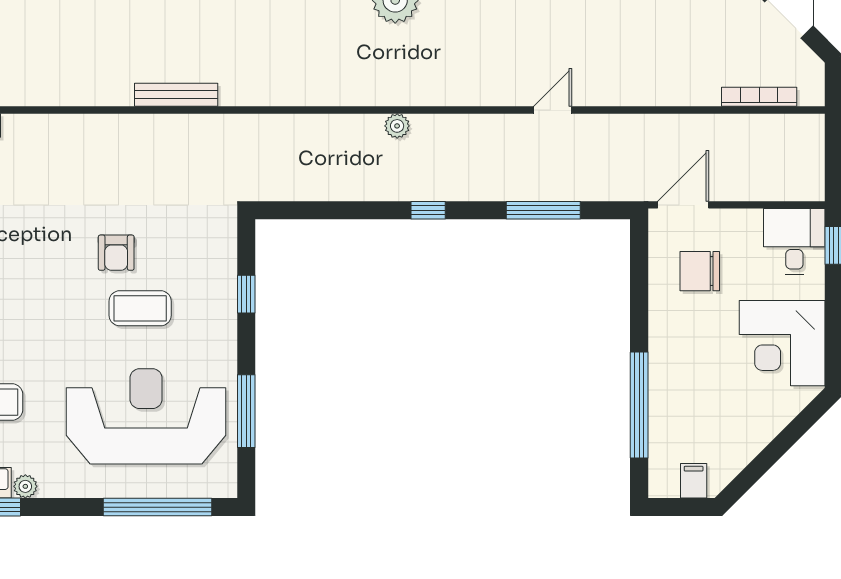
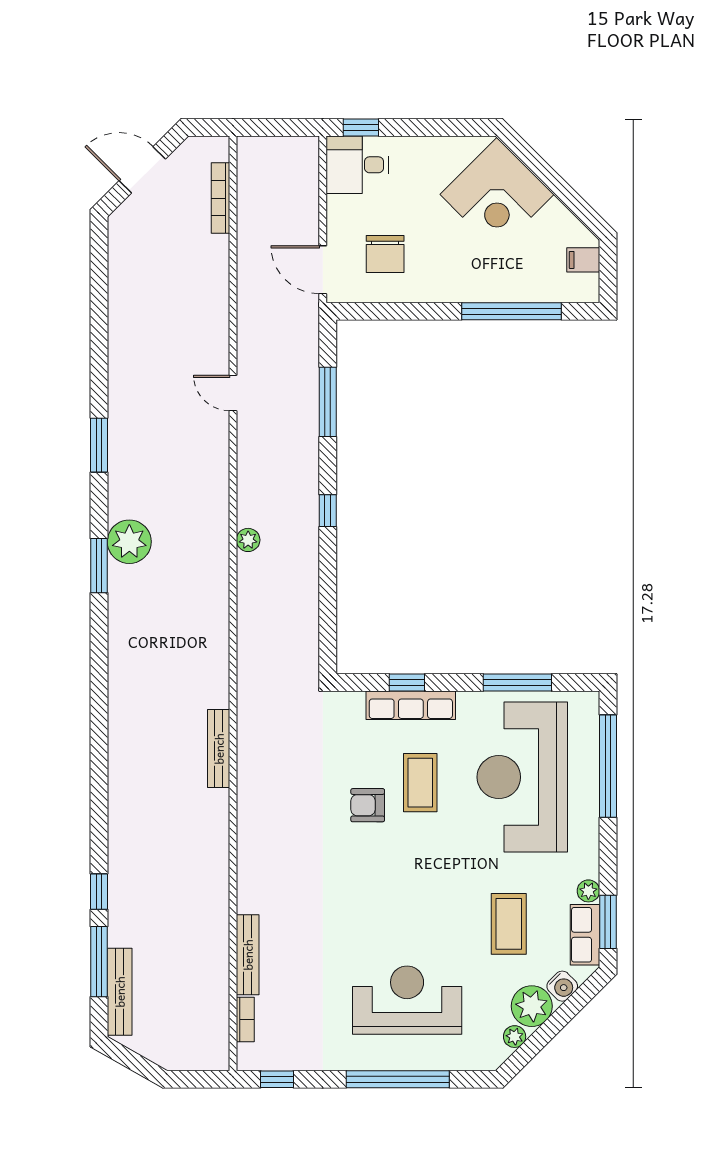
armchair: (116, 253) -> (368, 805), turned 180
row of seats: (222, 298) -> (411, 705), added
corner desk: (782, 343) -> (497, 194), moved, turned 45

